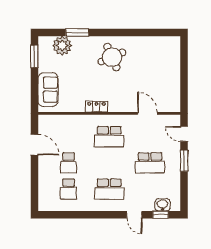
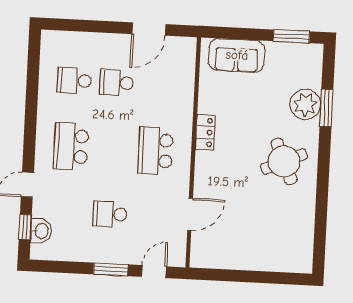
plant: (62, 46) -> (305, 104), moved
school desk: (150, 163) -> (110, 214), width x0.54

